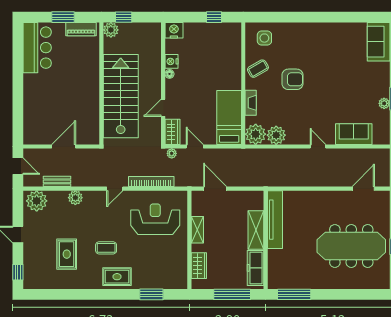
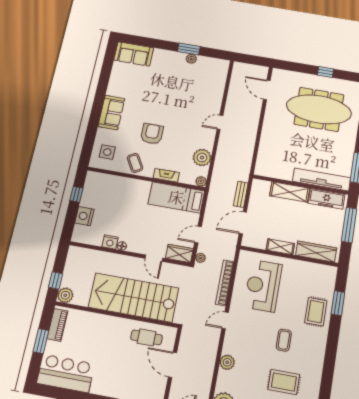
nightstand: (174, 30) -> (84, 216), moved
cafe table: (85, 117) -> (147, 337), added
plant: (256, 134) -> (201, 181), width x0.53, depth x0.53
sofa: (354, 134) -> (111, 112), moved, turned 180
bench: (57, 181) -> (241, 194), moved
door: (115, 189) -> (225, 320), swing flipped
tv unit: (275, 220) -> (322, 180), moved
meeting table: (351, 246) -> (319, 109), turned 90
wardrobe: (199, 266) -> (316, 252), width x1.50
rug: (117, 277) -> (316, 312), moved

